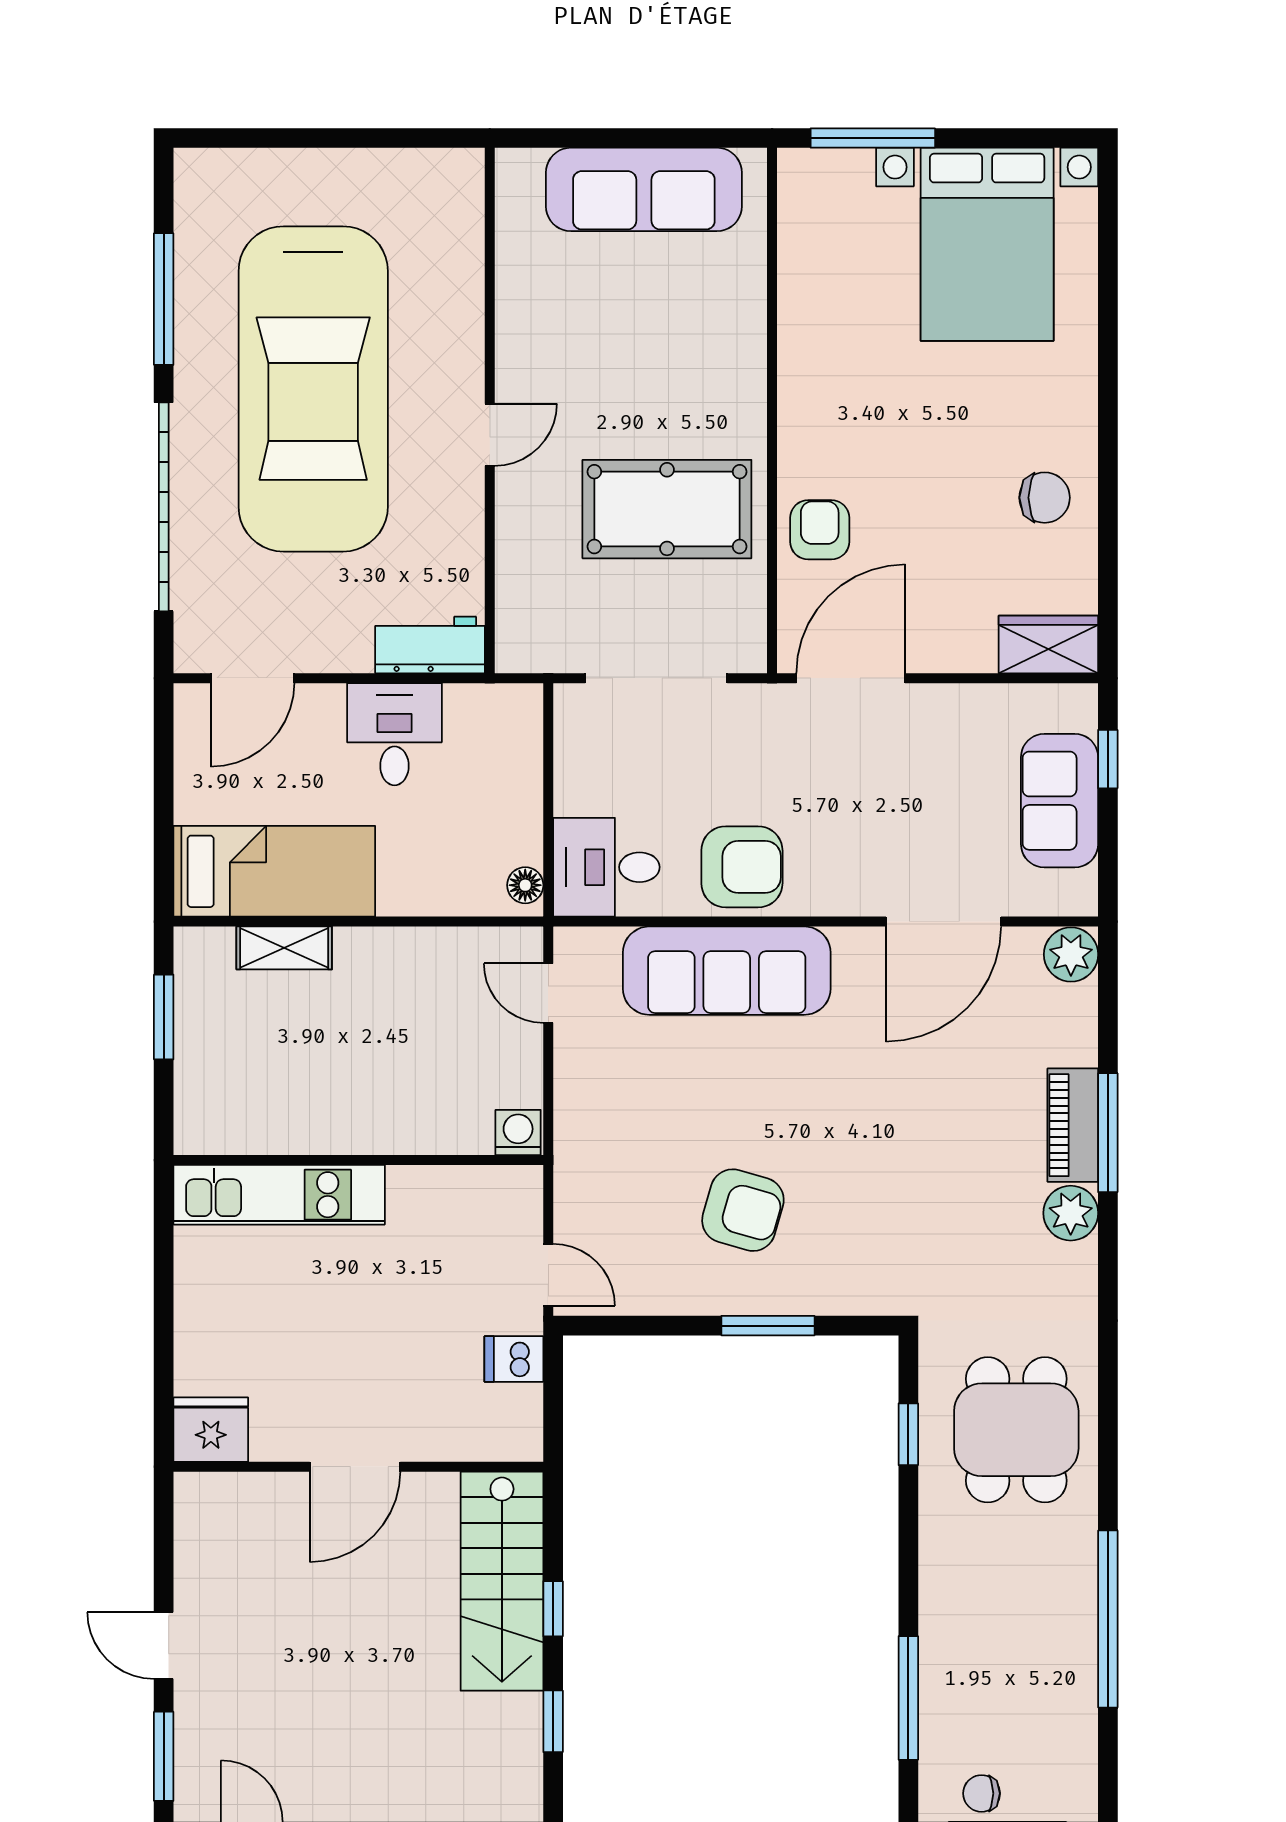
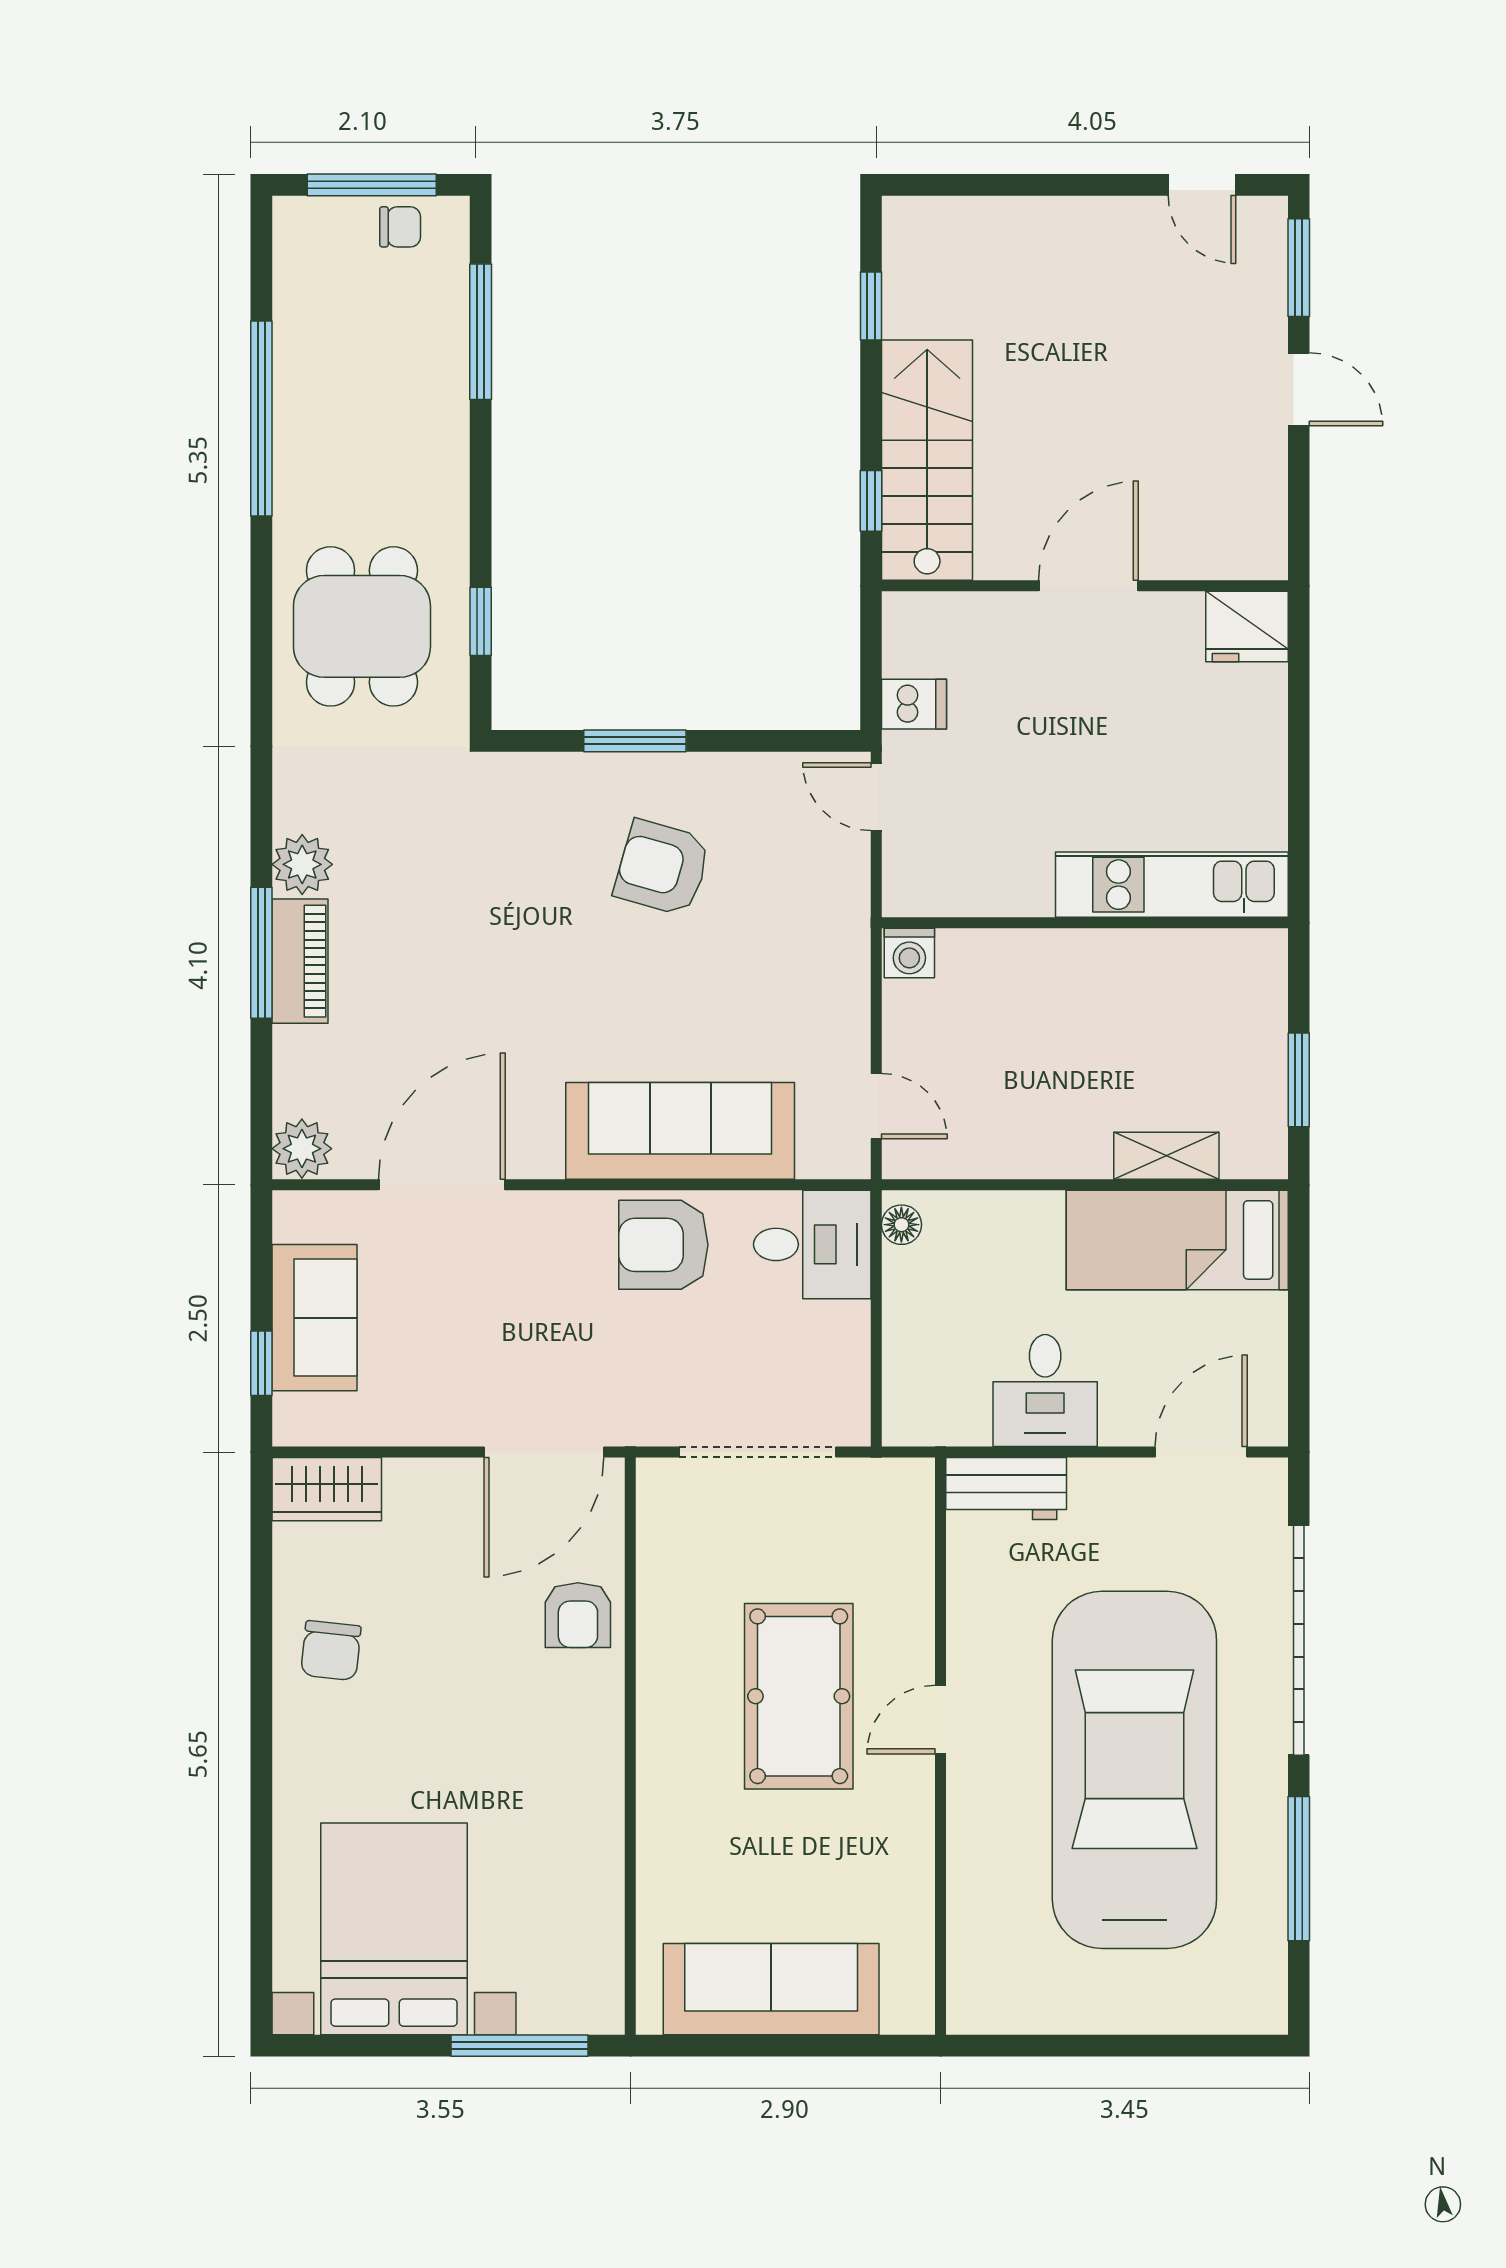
chair: (1045, 498) -> (331, 1651), turned -84
pool table: (667, 509) -> (799, 1696), moved, turned 90
window: (553, 1609) -> (871, 501), moved

